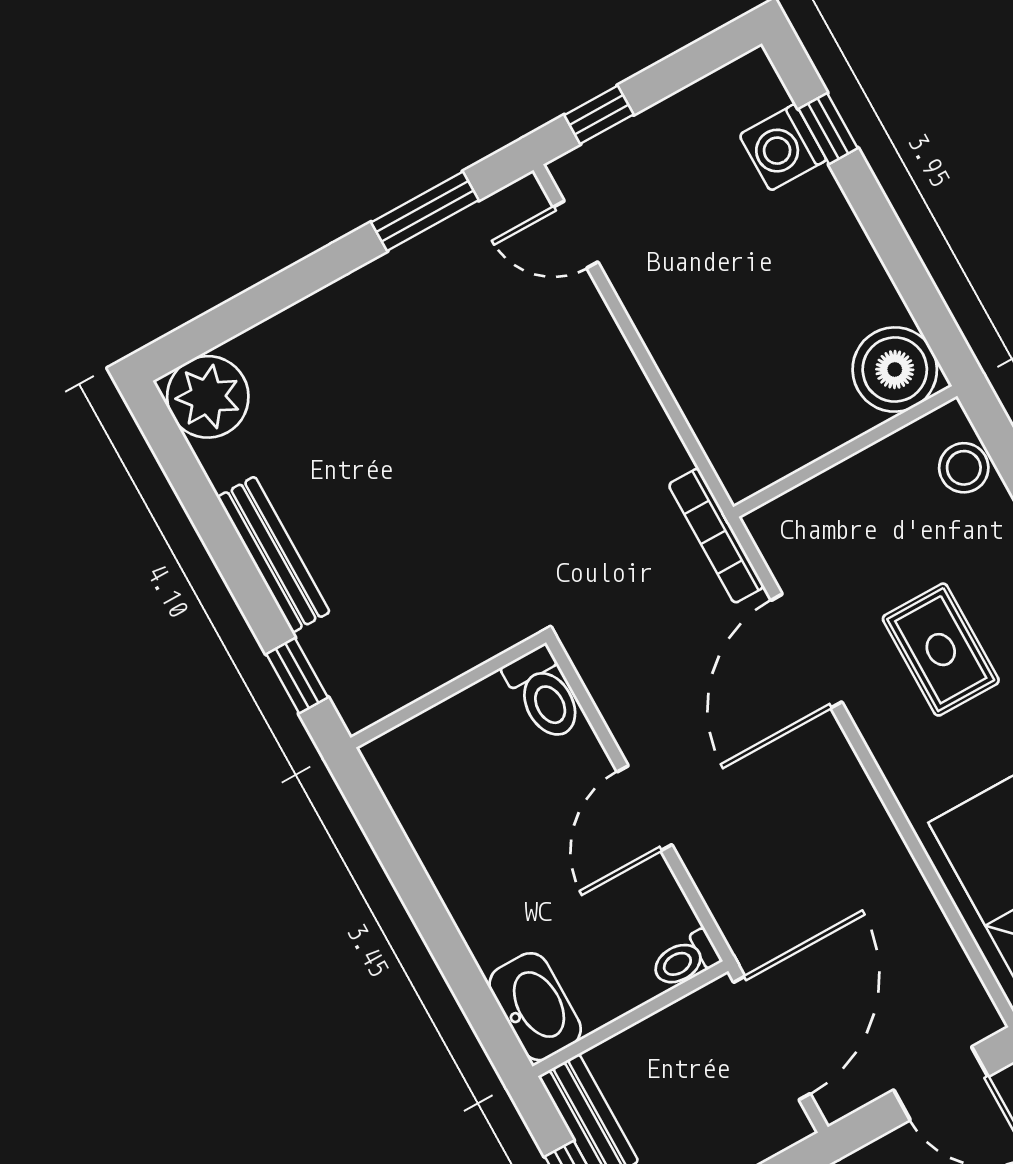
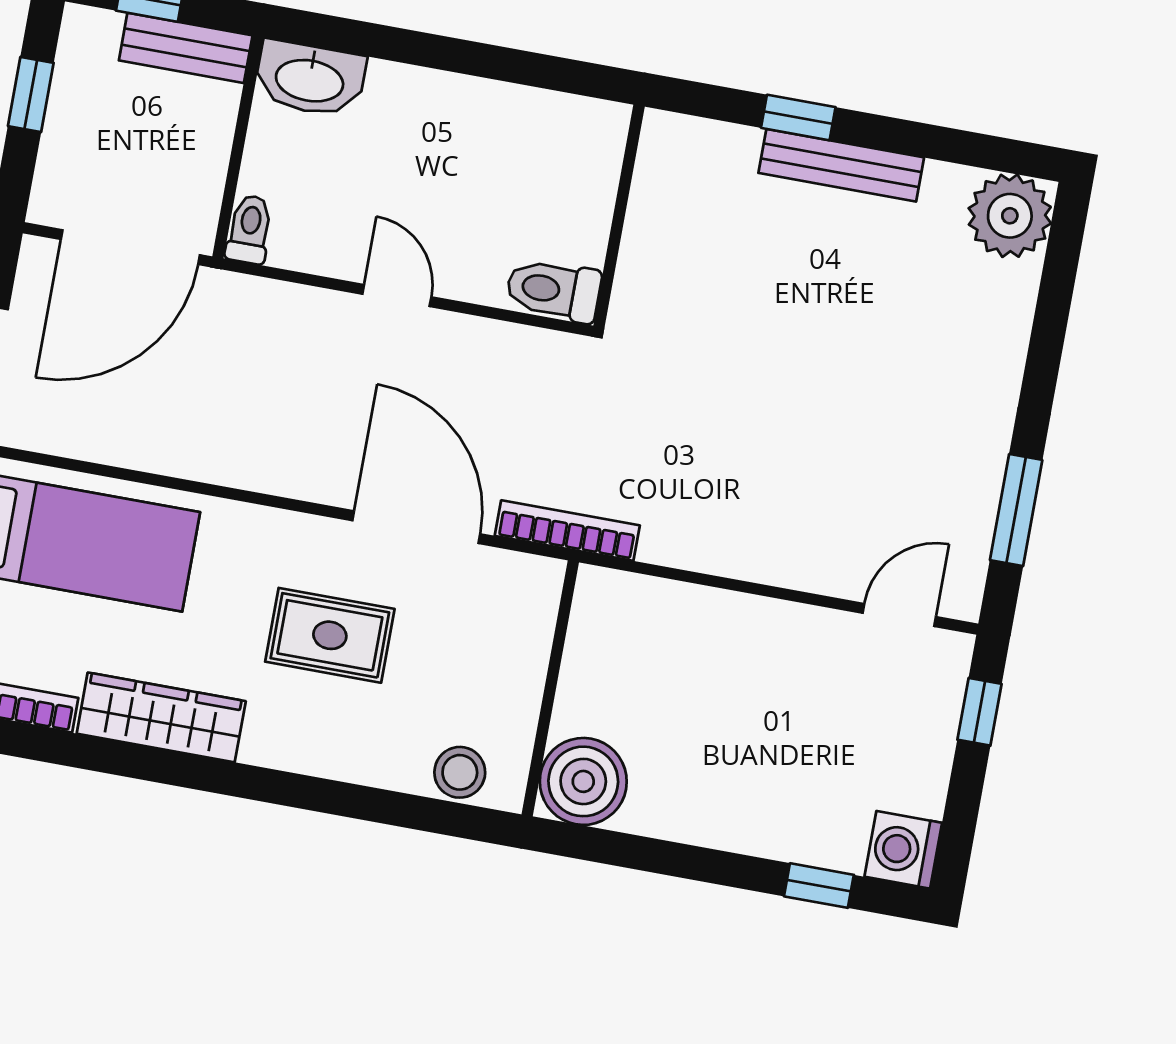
washing machine: (783, 147) -> (903, 850), moved, turned -90
window: (297, 676) -> (798, 118), moved
door: (644, 808) -> (397, 296), width x0.73
door: (772, 1038) -> (130, 247), hinge flipped

